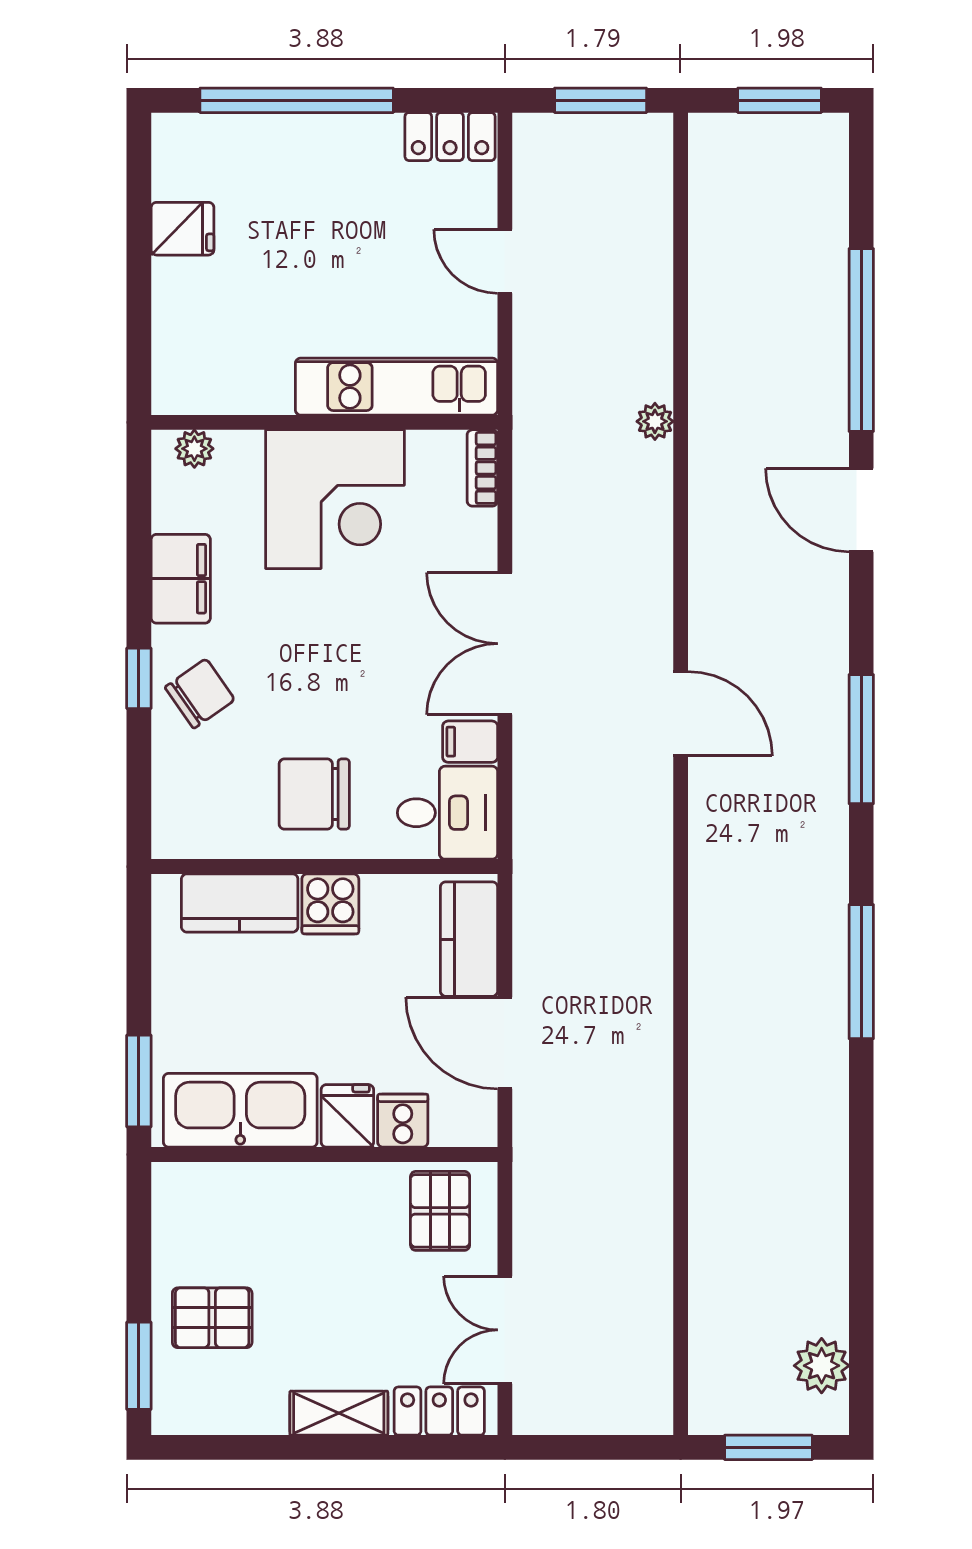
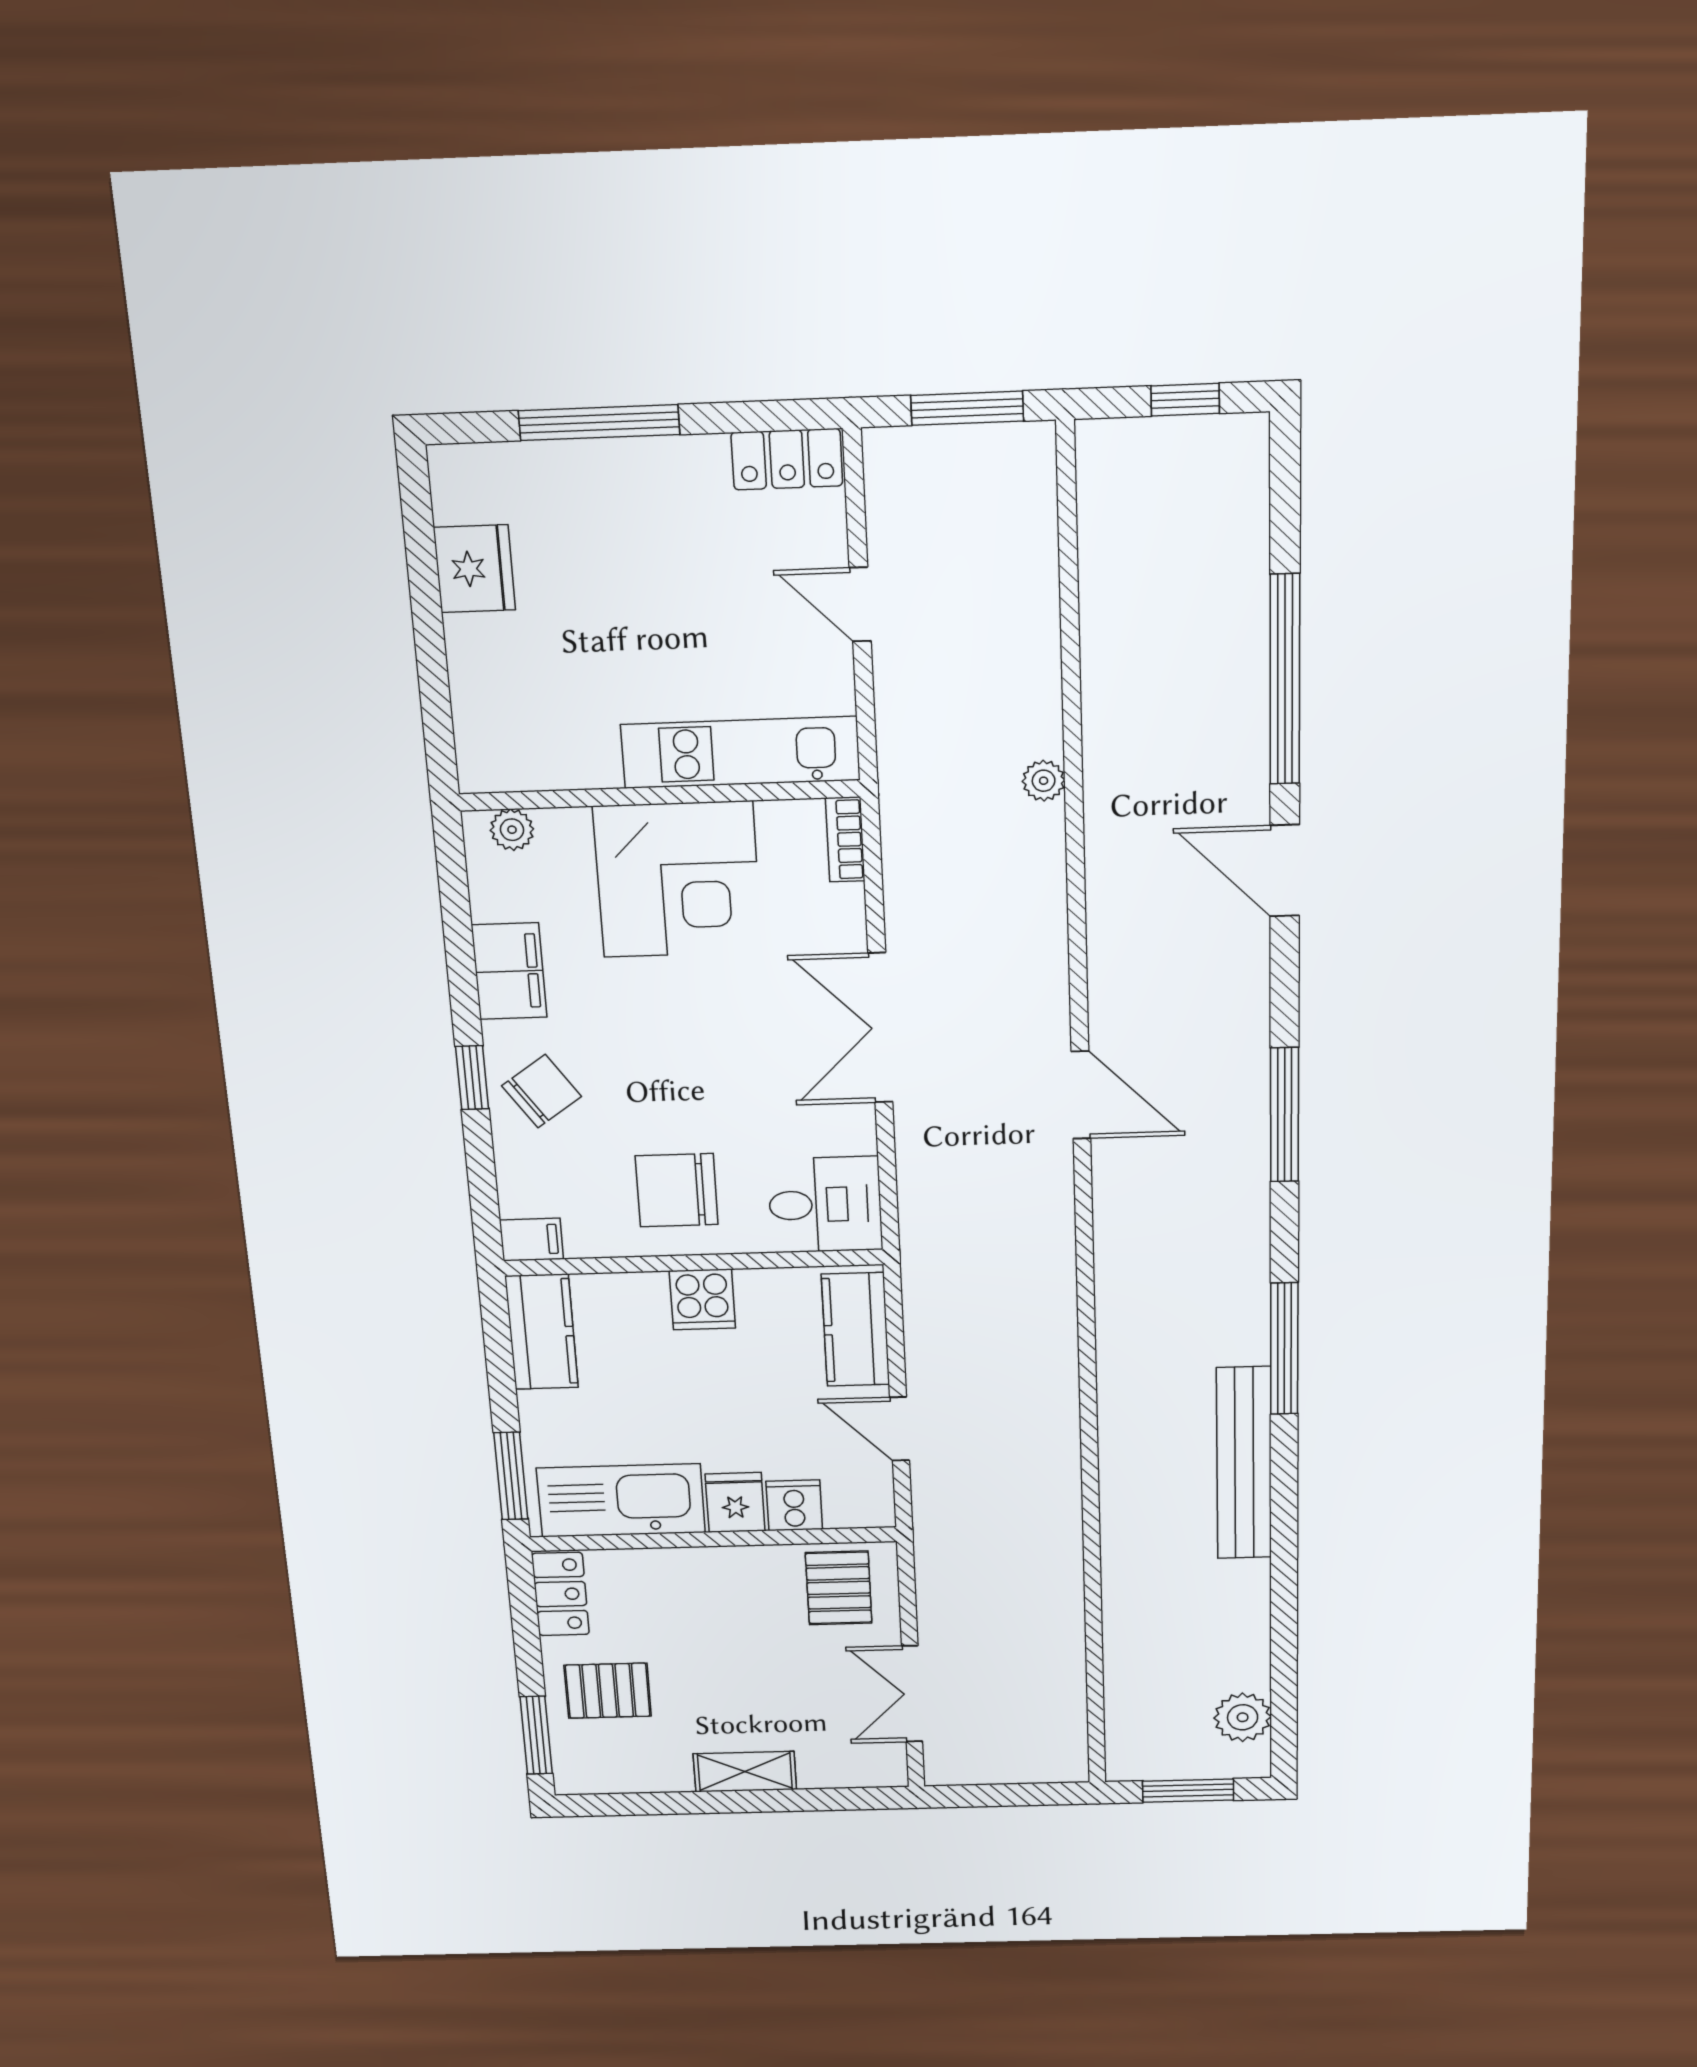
window: (297, 100) -> (599, 423), width x0.68
window: (780, 100) -> (1185, 400), width x0.67
fridge: (183, 229) -> (474, 569), width x1.38
filing cabinet: (470, 742) -> (531, 1240), moved, turned 180
kitchen counter: (240, 903) -> (542, 1332), moved, turned -90
door: (505, 1043) -> (899, 1429), width x0.73
bench: (824, 1089) -> (1244, 1463), added
locker: (439, 1411) -> (560, 1594), moved, turned 90

